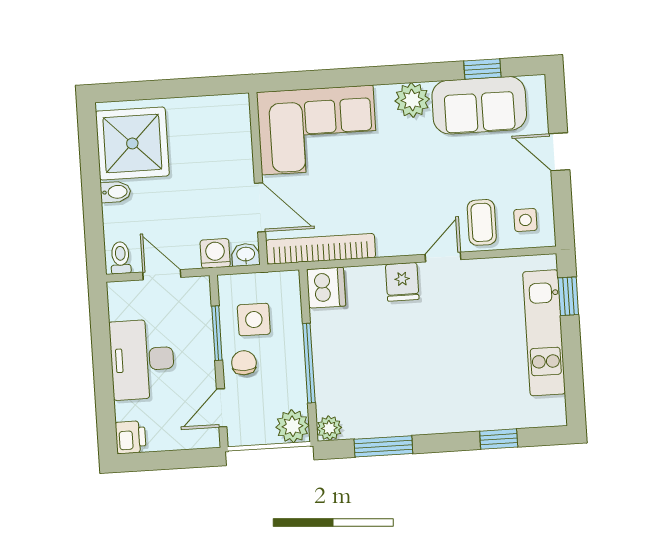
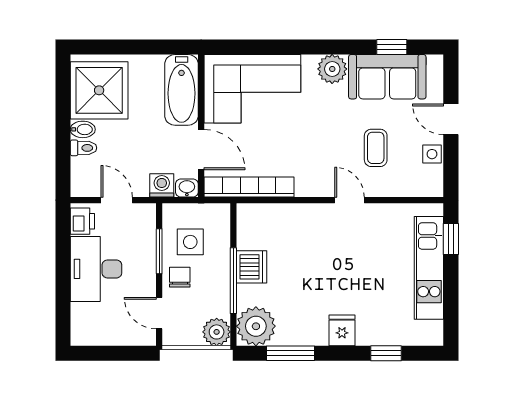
bathtub: (232, 137) -> (182, 90), added
side table: (525, 220) -> (432, 154), moved
coffee table: (482, 222) -> (376, 148), moved
door: (443, 257) -> (350, 200), hinge flipped
toilet: (120, 258) -> (84, 148), moved, turned 90
fridge: (402, 282) -> (342, 330), moved, turned 180
dishwasher: (326, 288) -> (252, 267), moved
door: (222, 408) -> (159, 313), hinge flipped
plant: (329, 428) -> (256, 326), width x1.88, depth x1.88
printer: (131, 437) -> (82, 221), moved

